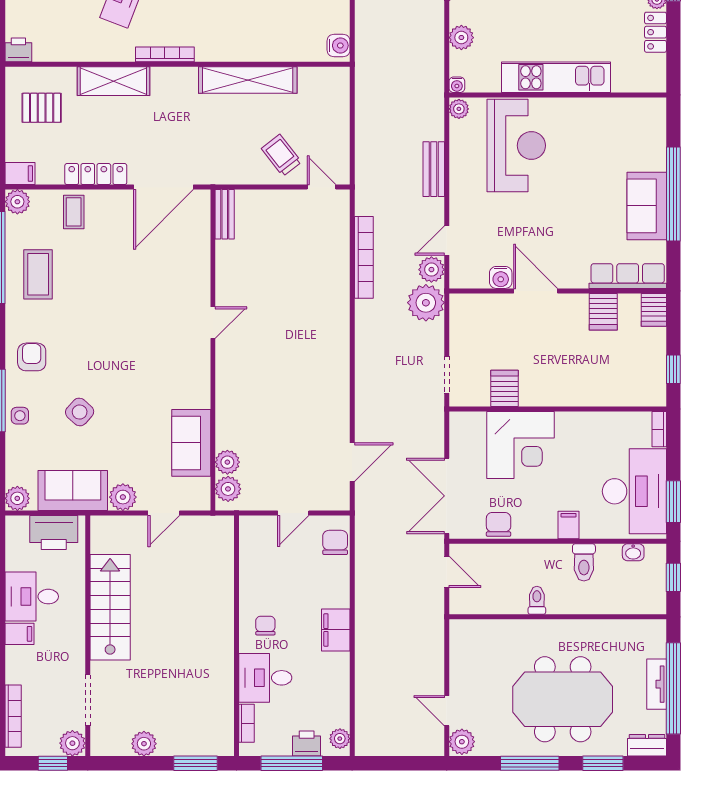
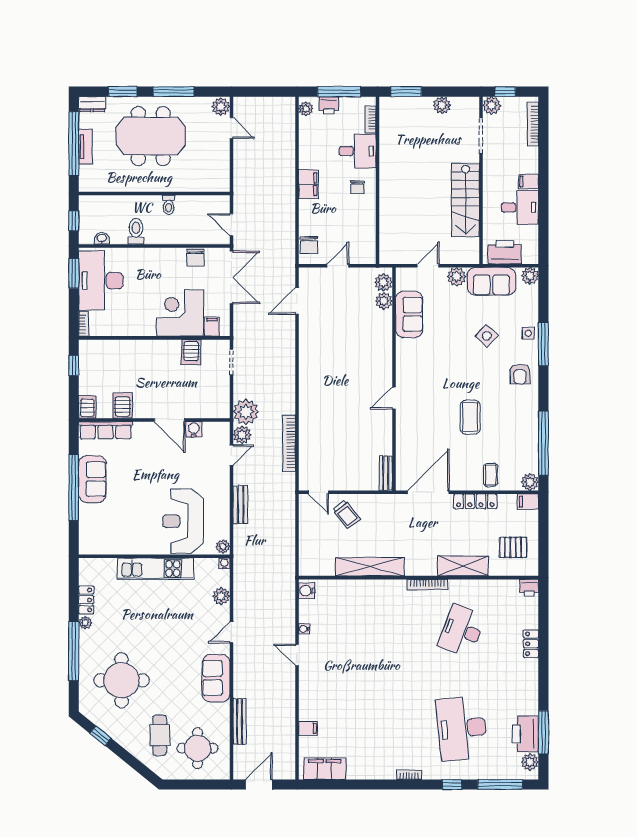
coffee table: (38, 274) -> (470, 417), moved
filing cabinet: (569, 525) -> (212, 327), moved, turned 180

